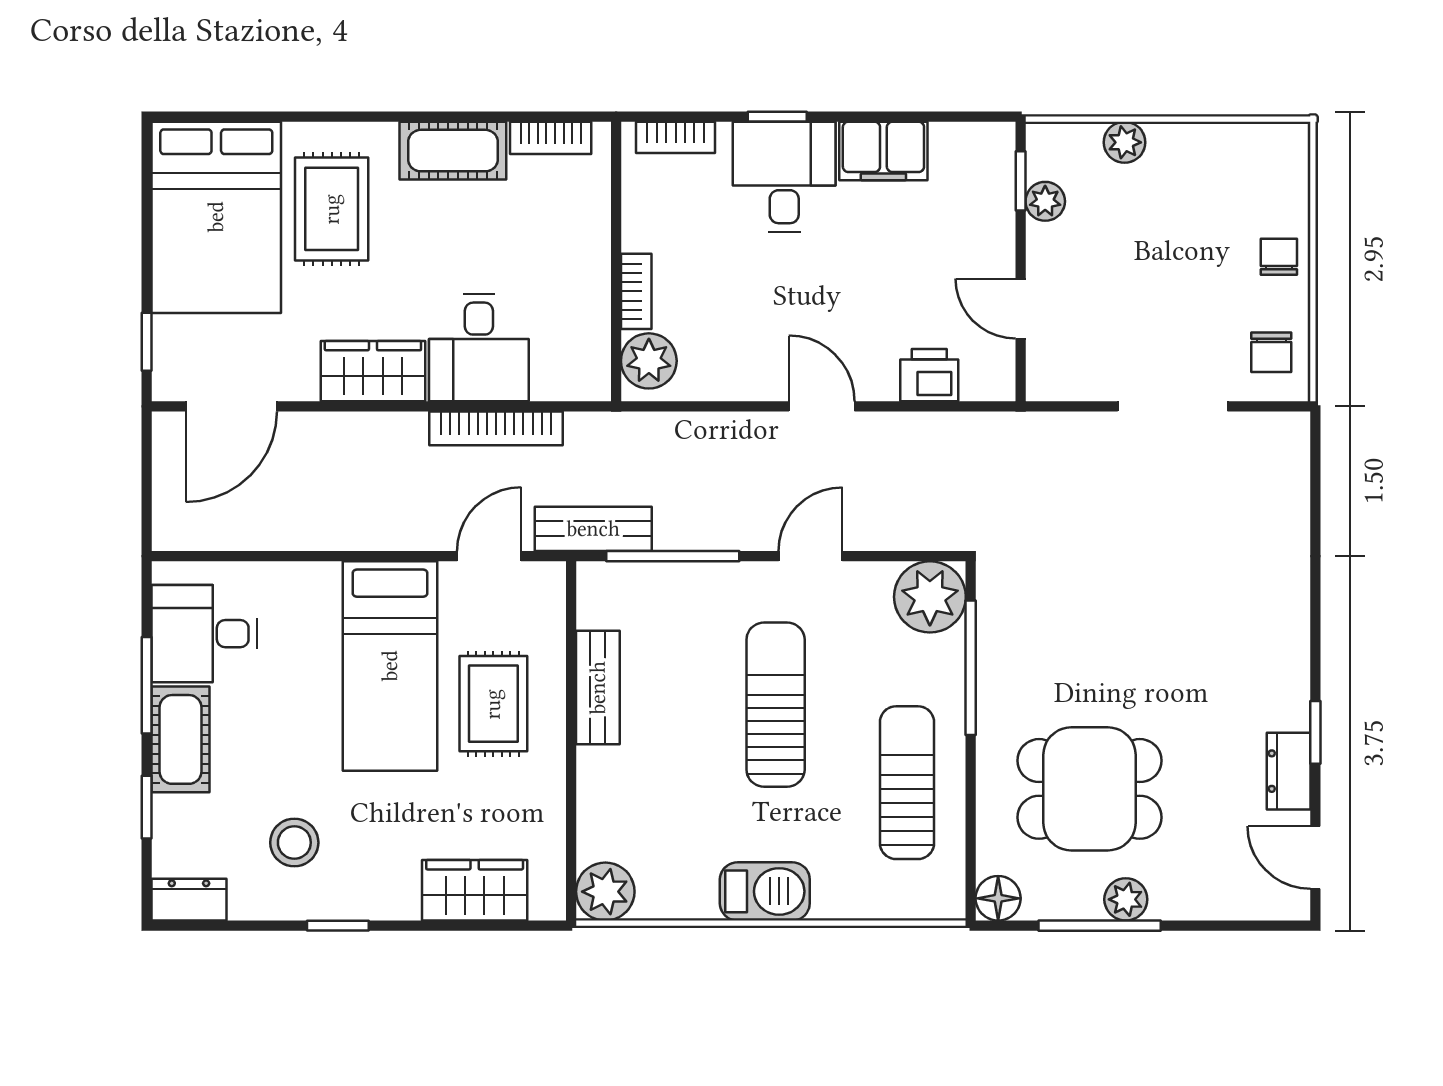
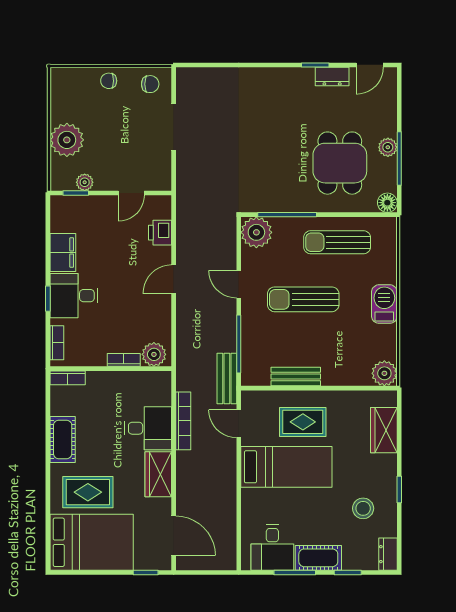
bookcase: (551, 138) -> (68, 378), moved, turned 90
plant: (1125, 142) -> (67, 140), width x1.88, depth x1.88

